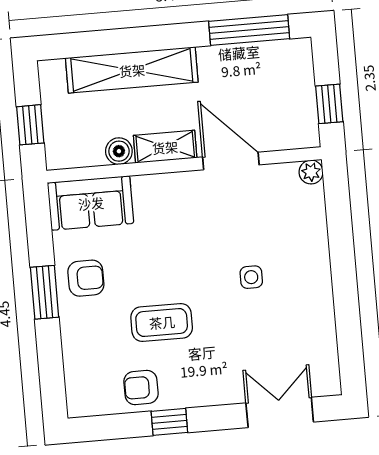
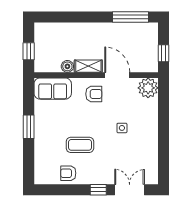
shelving: (132, 70) -> (76, 30), removed
plant: (311, 172) -> (148, 88), width x1.88, depth x1.88
armchair: (86, 278) -> (94, 94), moved
window: (169, 422) -> (98, 190), moved

